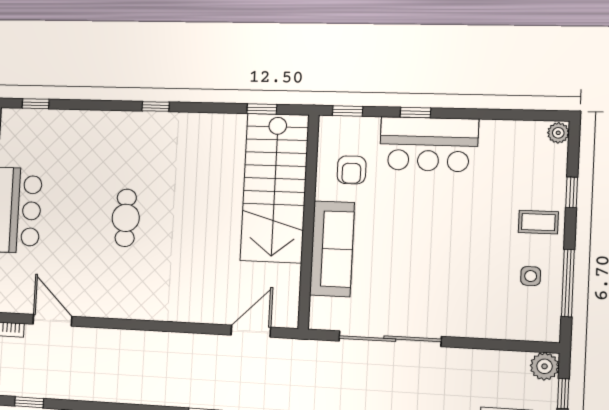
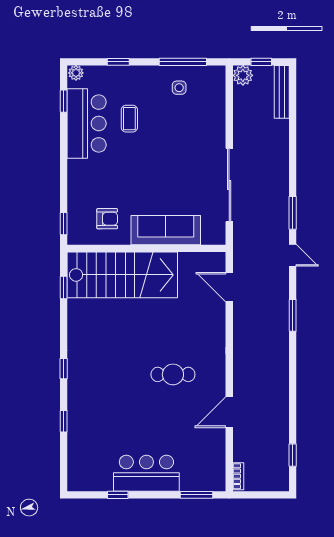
window: (36, 104) -> (64, 421), moved
window: (415, 113) -> (64, 101), moved
bar counter: (429, 144) -> (87, 123), moved
cafe table: (126, 218) -> (173, 374), moved
coffee table: (538, 222) -> (129, 119), moved
door: (52, 320) -> (229, 412), moved

